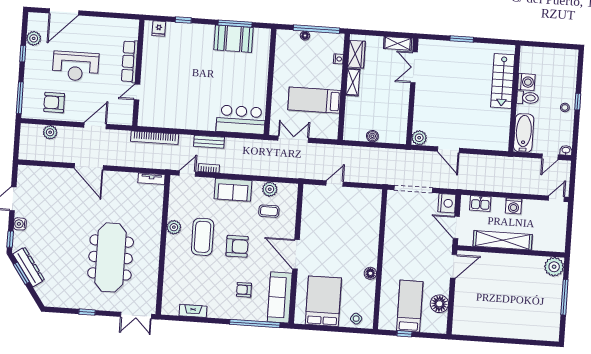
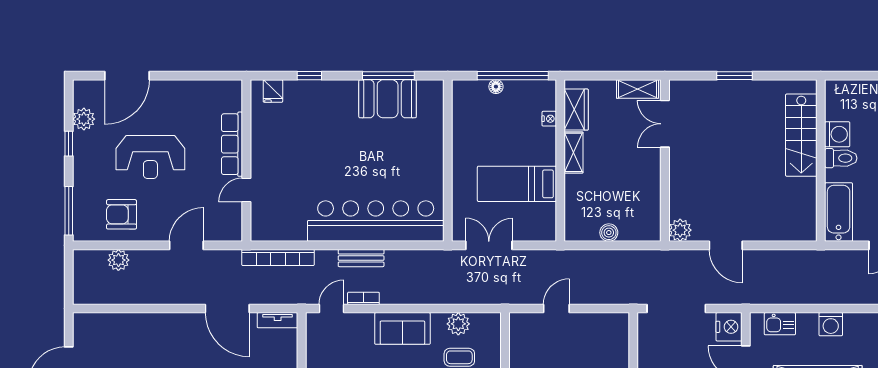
bar counter: (241, 120) -> (376, 221), width x1.86
door: (89, 167) -> (227, 309), moved

